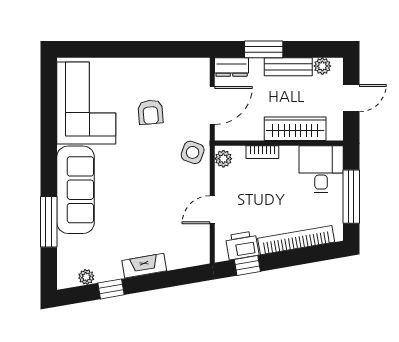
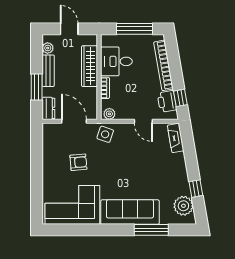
desk: (321, 169) -> (116, 61), moved
fireplace: (144, 266) -> (176, 138), moved
plant: (86, 277) -> (183, 206), width x1.87, depth x1.87

